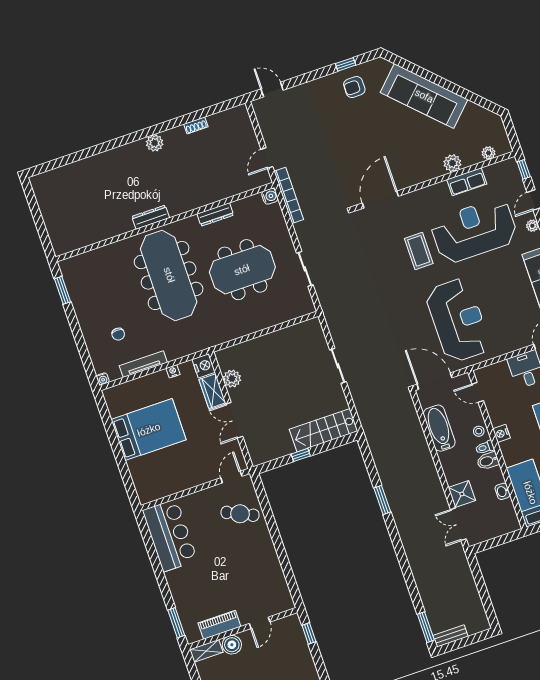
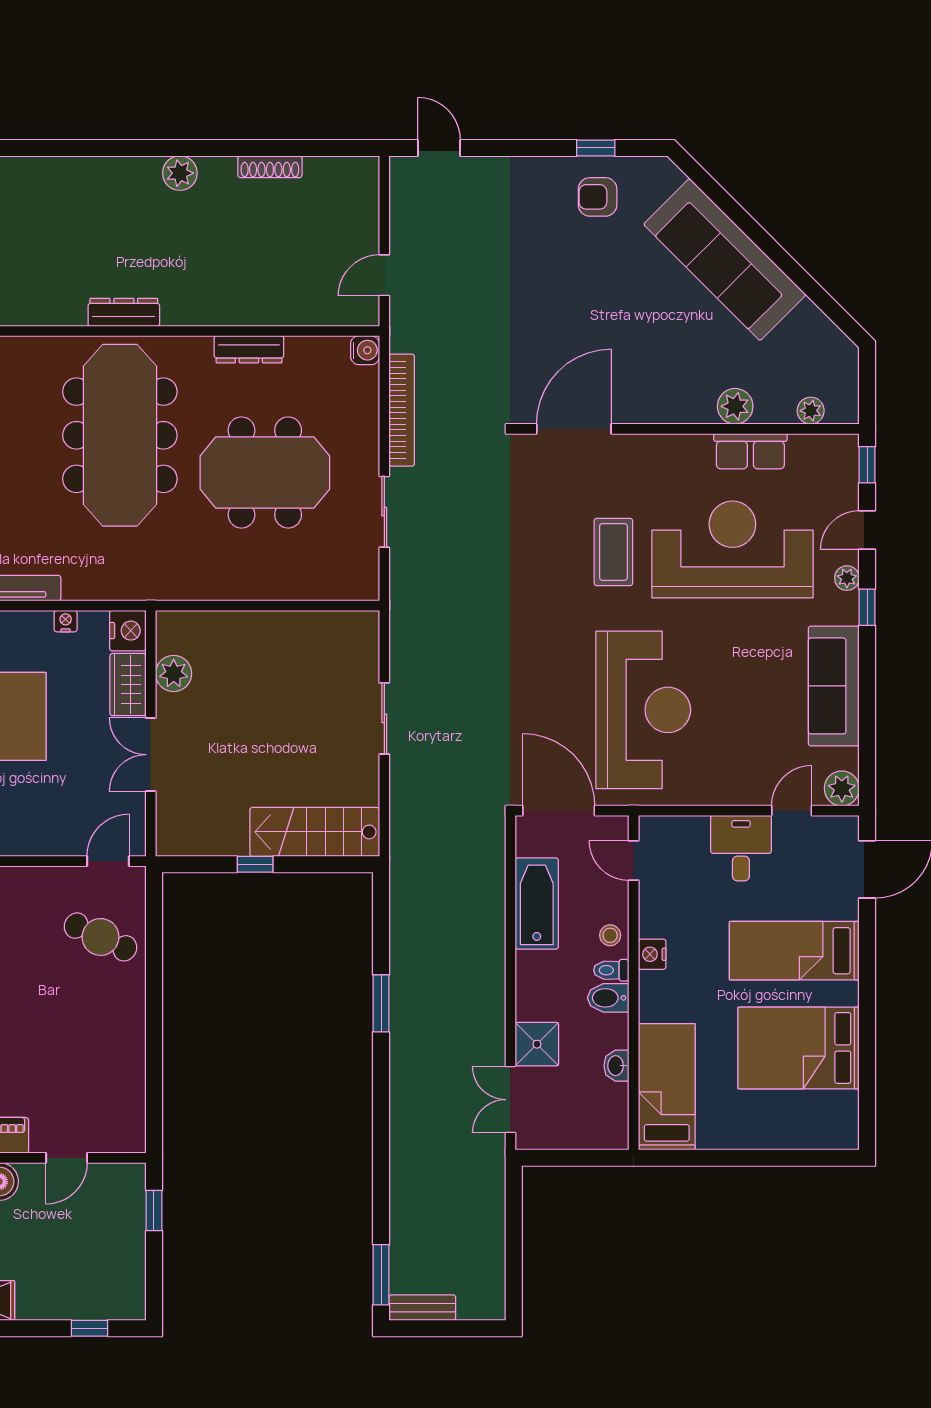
shoe rack: (196, 125) -> (270, 167), width x1.43
bookcase: (289, 195) -> (402, 410), moved

